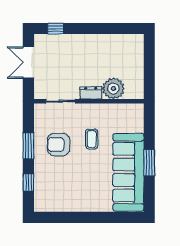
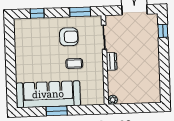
plant: (113, 88) -> (113, 100), moved, width x0.53, depth x0.53
armchair: (59, 145) -> (69, 37), turned 90
window: (28, 146) -> (80, 12), moved

